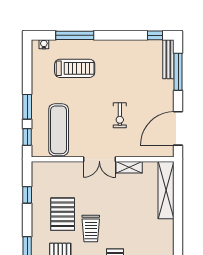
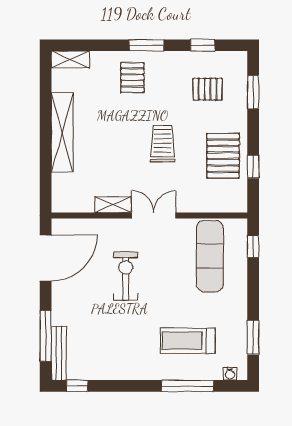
window: (27, 107) -> (253, 337), moved
exercise bike: (120, 115) -> (126, 276), width x1.38, depth x1.39
shelving: (166, 190) -> (62, 133), moved
pallet: (63, 214) -> (223, 156), moved
trolley: (91, 229) -> (162, 144), moved

